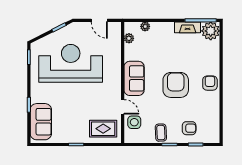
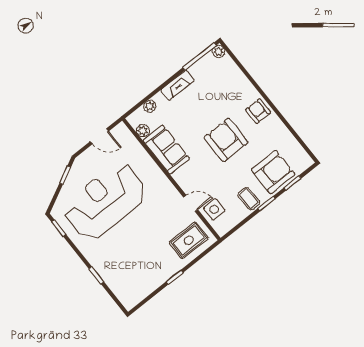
fireplace: (188, 27) -> (178, 85), moved
plant: (211, 31) -> (219, 51), width x0.53, depth x0.53
sofa: (134, 78) -> (166, 150), moved
sofa: (41, 122) -> (122, 282), removed
armchair: (189, 128) -> (273, 172), width x1.88, depth x1.88

